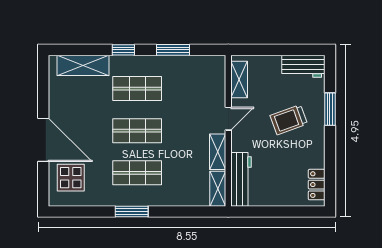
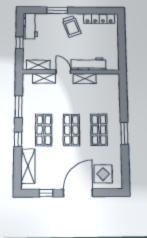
window: (276, 50) -> (20, 43), added
window: (43, 92) -> (46, 193), added
trolley: (289, 120) -> (72, 26), moved
workbench: (241, 179) -> (88, 64), moved
locker: (317, 185) -> (99, 19), width x1.53
shelving: (218, 189) -> (44, 78), moved

